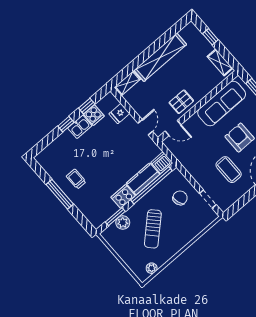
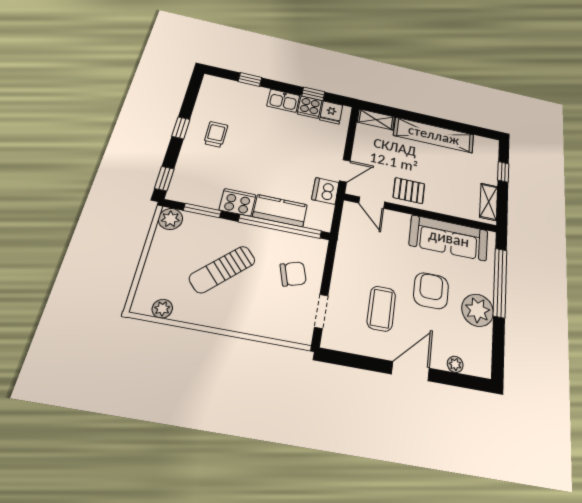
fridge: (119, 114) -> (331, 112), moved, turned -90
window: (66, 124) -> (250, 79), moved
dishwasher: (162, 163) -> (325, 191), moved, turned -90
window: (60, 194) -> (181, 128), width x0.46
window: (84, 223) -> (164, 179), added
plant: (123, 223) -> (170, 219), moved

